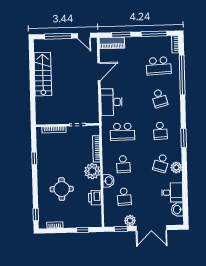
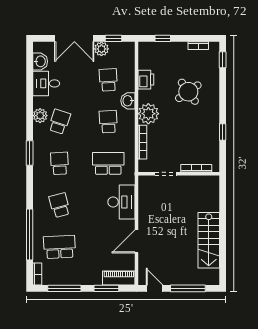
round table: (62, 189) -> (188, 92), turned -35
double door: (151, 228) -> (74, 38), swing flipped

